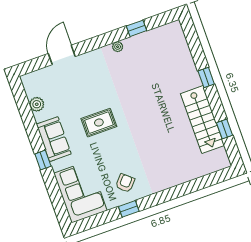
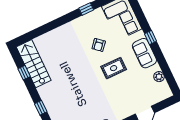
stairs: (202, 120) -> (34, 64), moved
armchair: (125, 183) -> (99, 45), moved

